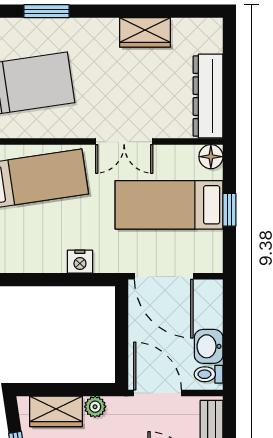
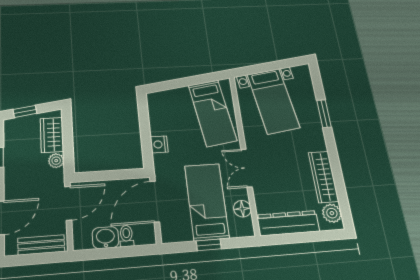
plant: (199, 31) -> (332, 213), added
wardrobe: (145, 32) -> (323, 177), width x1.50
floor lamp: (211, 157) -> (242, 209), moved
toilet: (209, 374) -> (126, 236), moved

